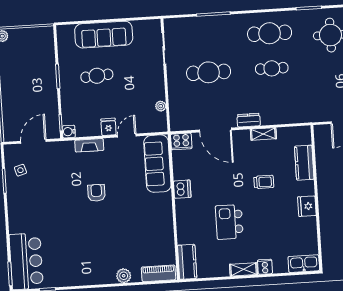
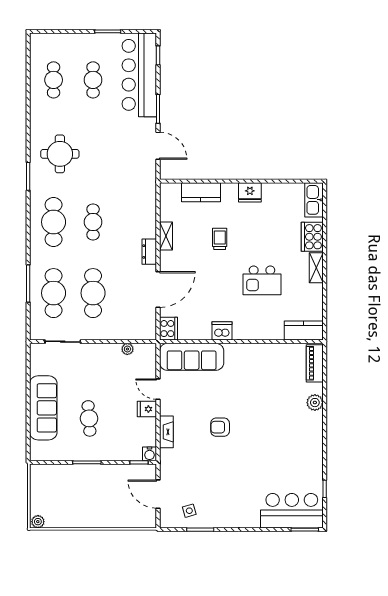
cafe table: (206, 37) -> (54, 293), added
cooker: (265, 267) -> (312, 237), width x1.87, depth x1.31

